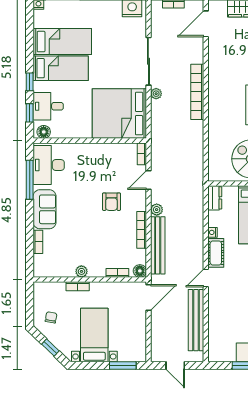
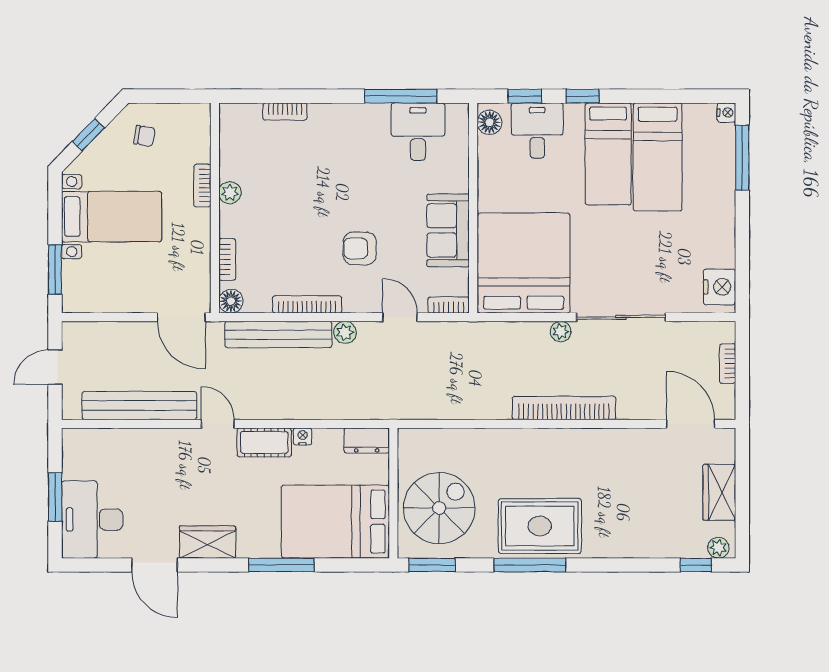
desk: (49, 165) -> (418, 132), width x0.73
sofa: (45, 209) -> (448, 230), moved, turned 90

